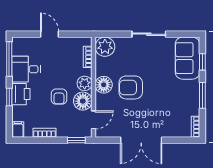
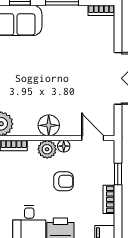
armchair: (131, 87) -> (52, 92), removed
floor lamp: (83, 101) -> (64, 146), width x0.53, depth x0.53
window: (76, 140) -> (118, 174), moved

